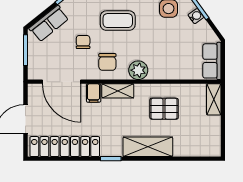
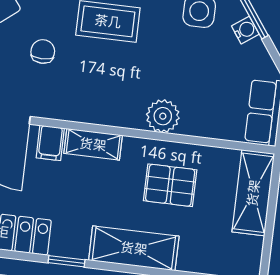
chair: (107, 62) -> (81, 92), removed
plant: (138, 70) -> (163, 116), moved
shelving: (214, 99) -> (253, 193), width x1.50, depth x1.33

